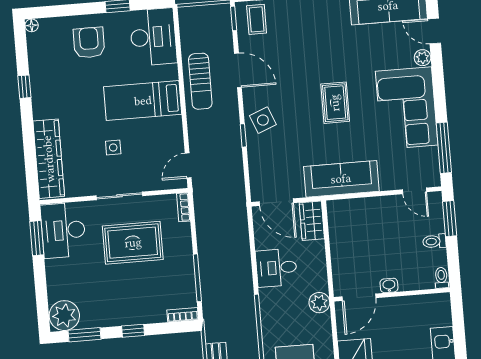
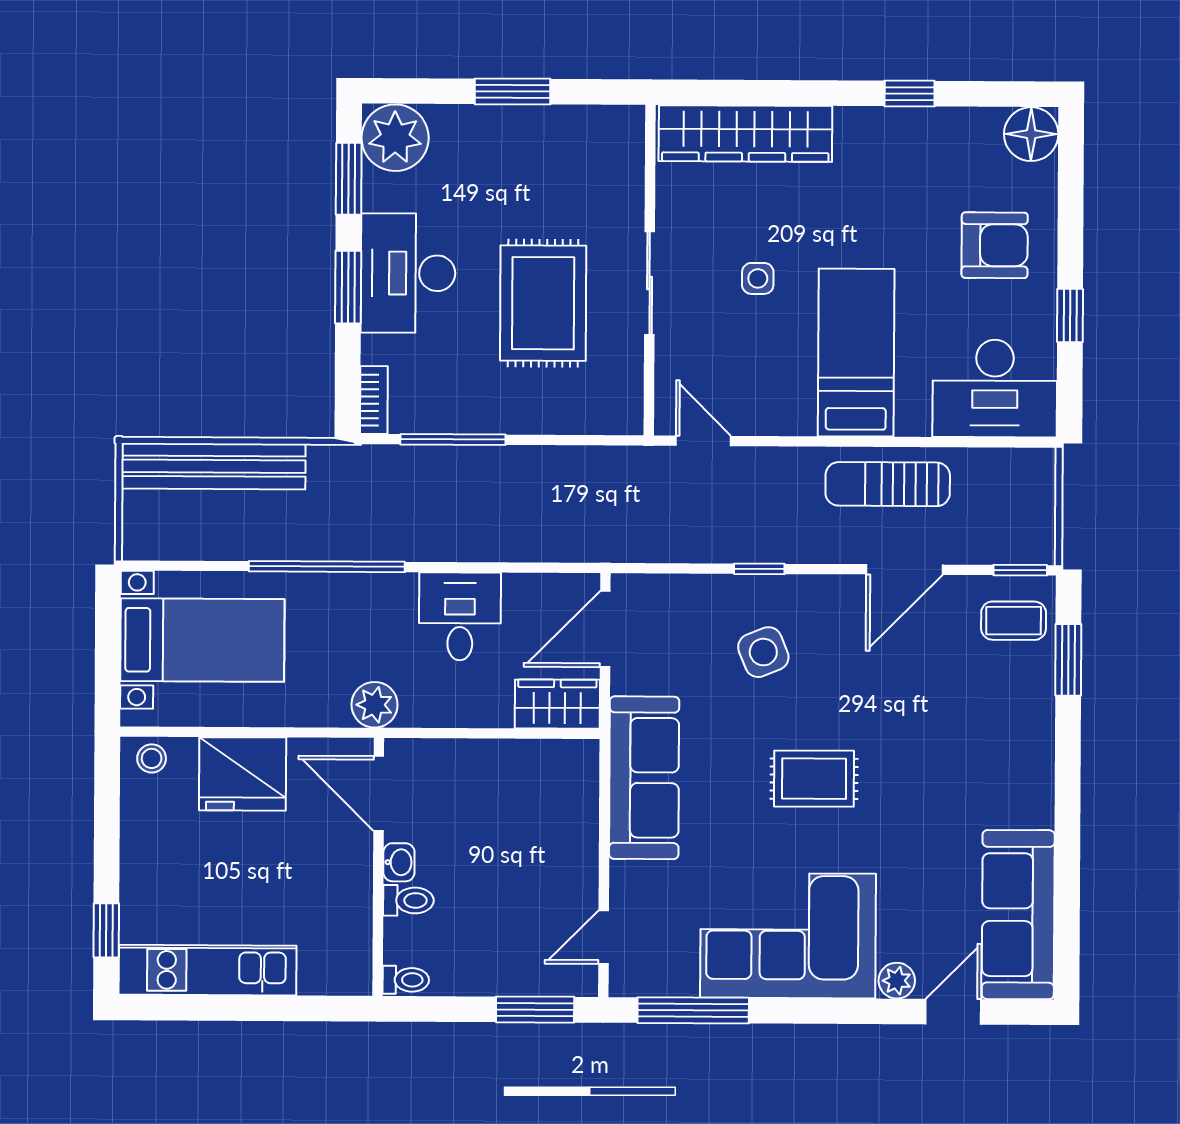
floor lamp: (32, 25) -> (1031, 134), width x1.89, depth x1.89
side table: (263, 120) -> (763, 652), moved
bookcase: (183, 207) -> (612, 422), removed
desk: (63, 230) -> (408, 273), moved, turned -90
window: (37, 238) -> (513, 91), moved
toilet: (434, 241) -> (408, 900), moved, turned 90
window: (133, 331) -> (348, 287), width x1.50

